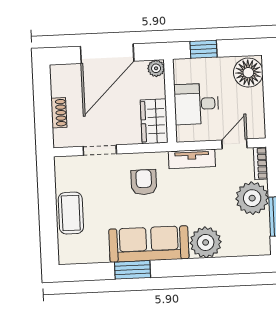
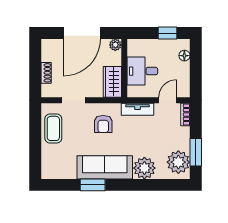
window: (204, 49) -> (168, 33), moved
floor lamp: (248, 73) -> (184, 56), width x0.53, depth x0.53
armchair: (144, 182) -> (103, 124), turned 180
plant: (252, 198) -> (178, 162), moved
coffee table: (71, 213) -> (53, 128), moved

